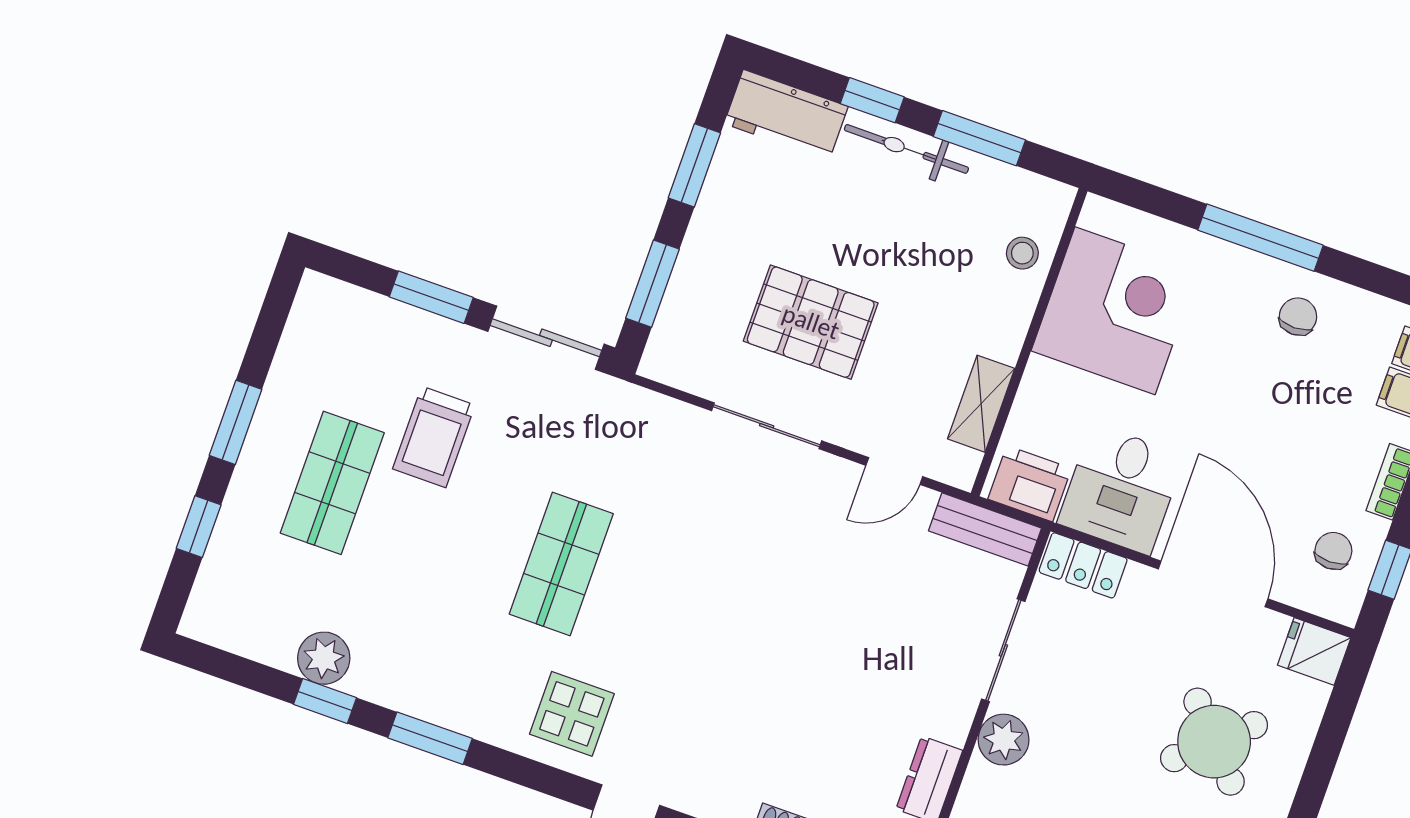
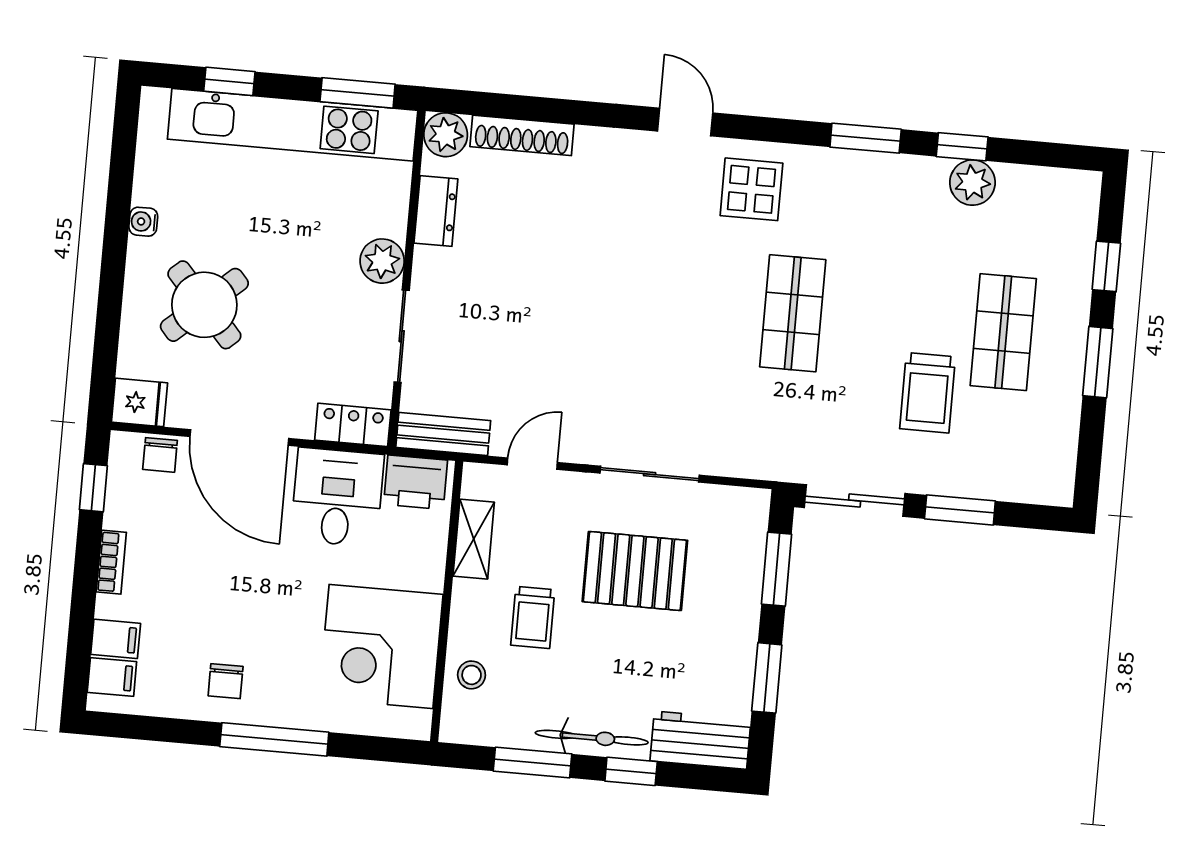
trolley: (938, 300) -> (533, 617), added
trolley: (434, 437) -> (928, 393), turned 180
chair: (1333, 551) -> (160, 455), moved

